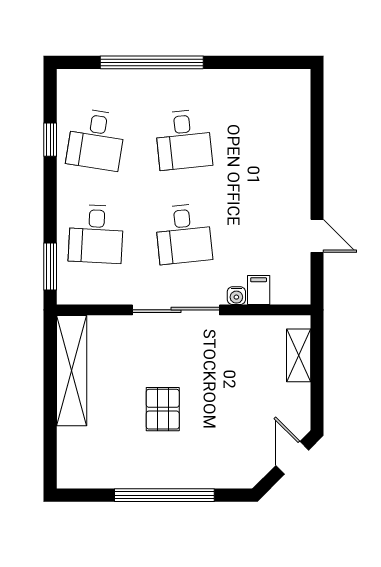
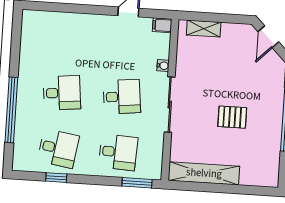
filing cabinet: (259, 290) -> (162, 25), moved
door: (292, 458) -> (268, 37), hinge flipped

